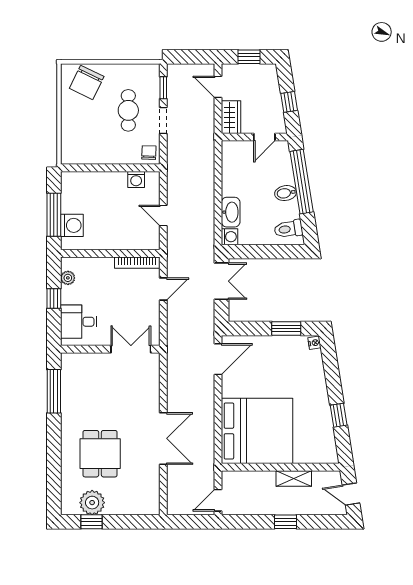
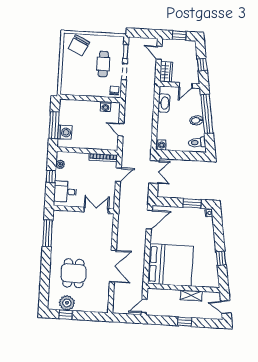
washbasin: (231, 212) -> (164, 103), moved

